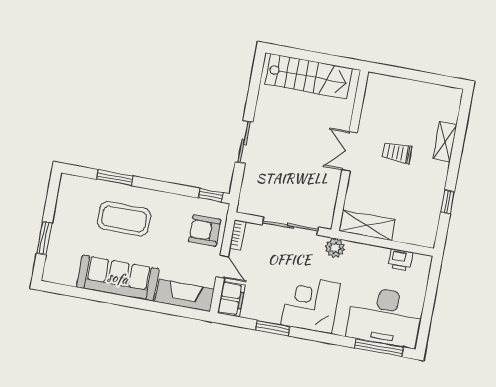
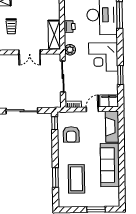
sliding door: (244, 142) -> (22, 111), width x1.37
double door: (350, 151) -> (30, 52), moved
coffee table: (124, 219) -> (76, 179), moved
armchair: (205, 230) -> (71, 134), moved
printer: (401, 260) -> (70, 27), moved

